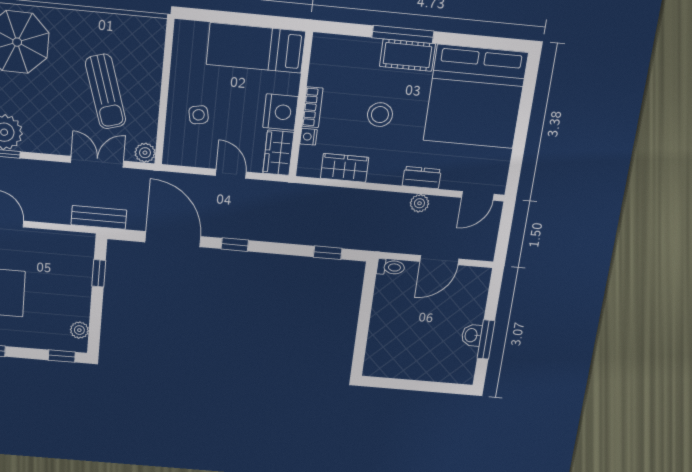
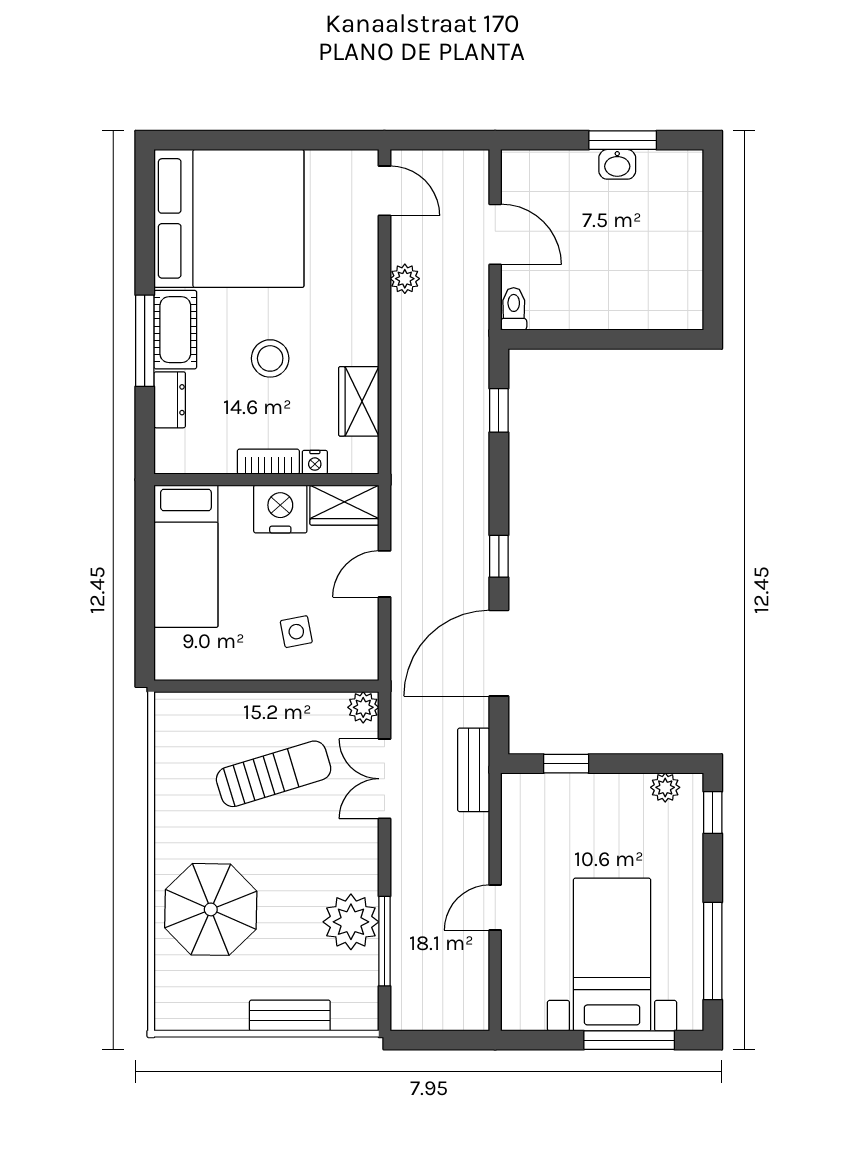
dresser: (422, 178) -> (170, 400), moved, turned 180

